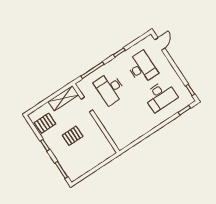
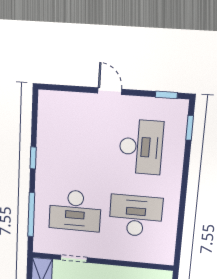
door: (160, 44) -> (110, 91), moved
desk: (142, 68) -> (136, 216), moved

